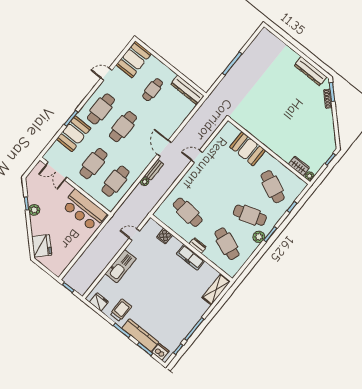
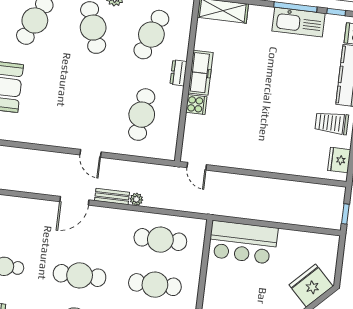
door: (197, 156) -> (91, 153), moved
bar counter: (84, 210) -> (243, 242), moved, turned 90
door: (134, 235) -> (197, 166), moved
cooker: (165, 236) -> (196, 105), moved
kitchen sink: (121, 266) -> (299, 22), moved, turned 180

